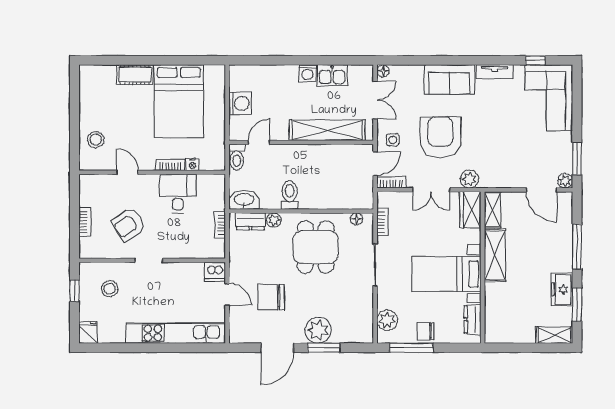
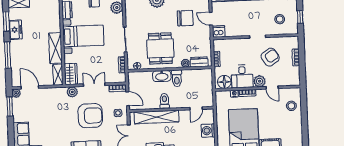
armchair: (440, 137) -> (90, 116), turned -90
toilet: (237, 157) -> (164, 101), moved
door: (375, 164) -> (128, 99), swing flipped
plant: (148, 184) -> (260, 81), added
floor lamp: (209, 185) -> (224, 82), added
washbasin: (244, 200) -> (162, 76), moved

